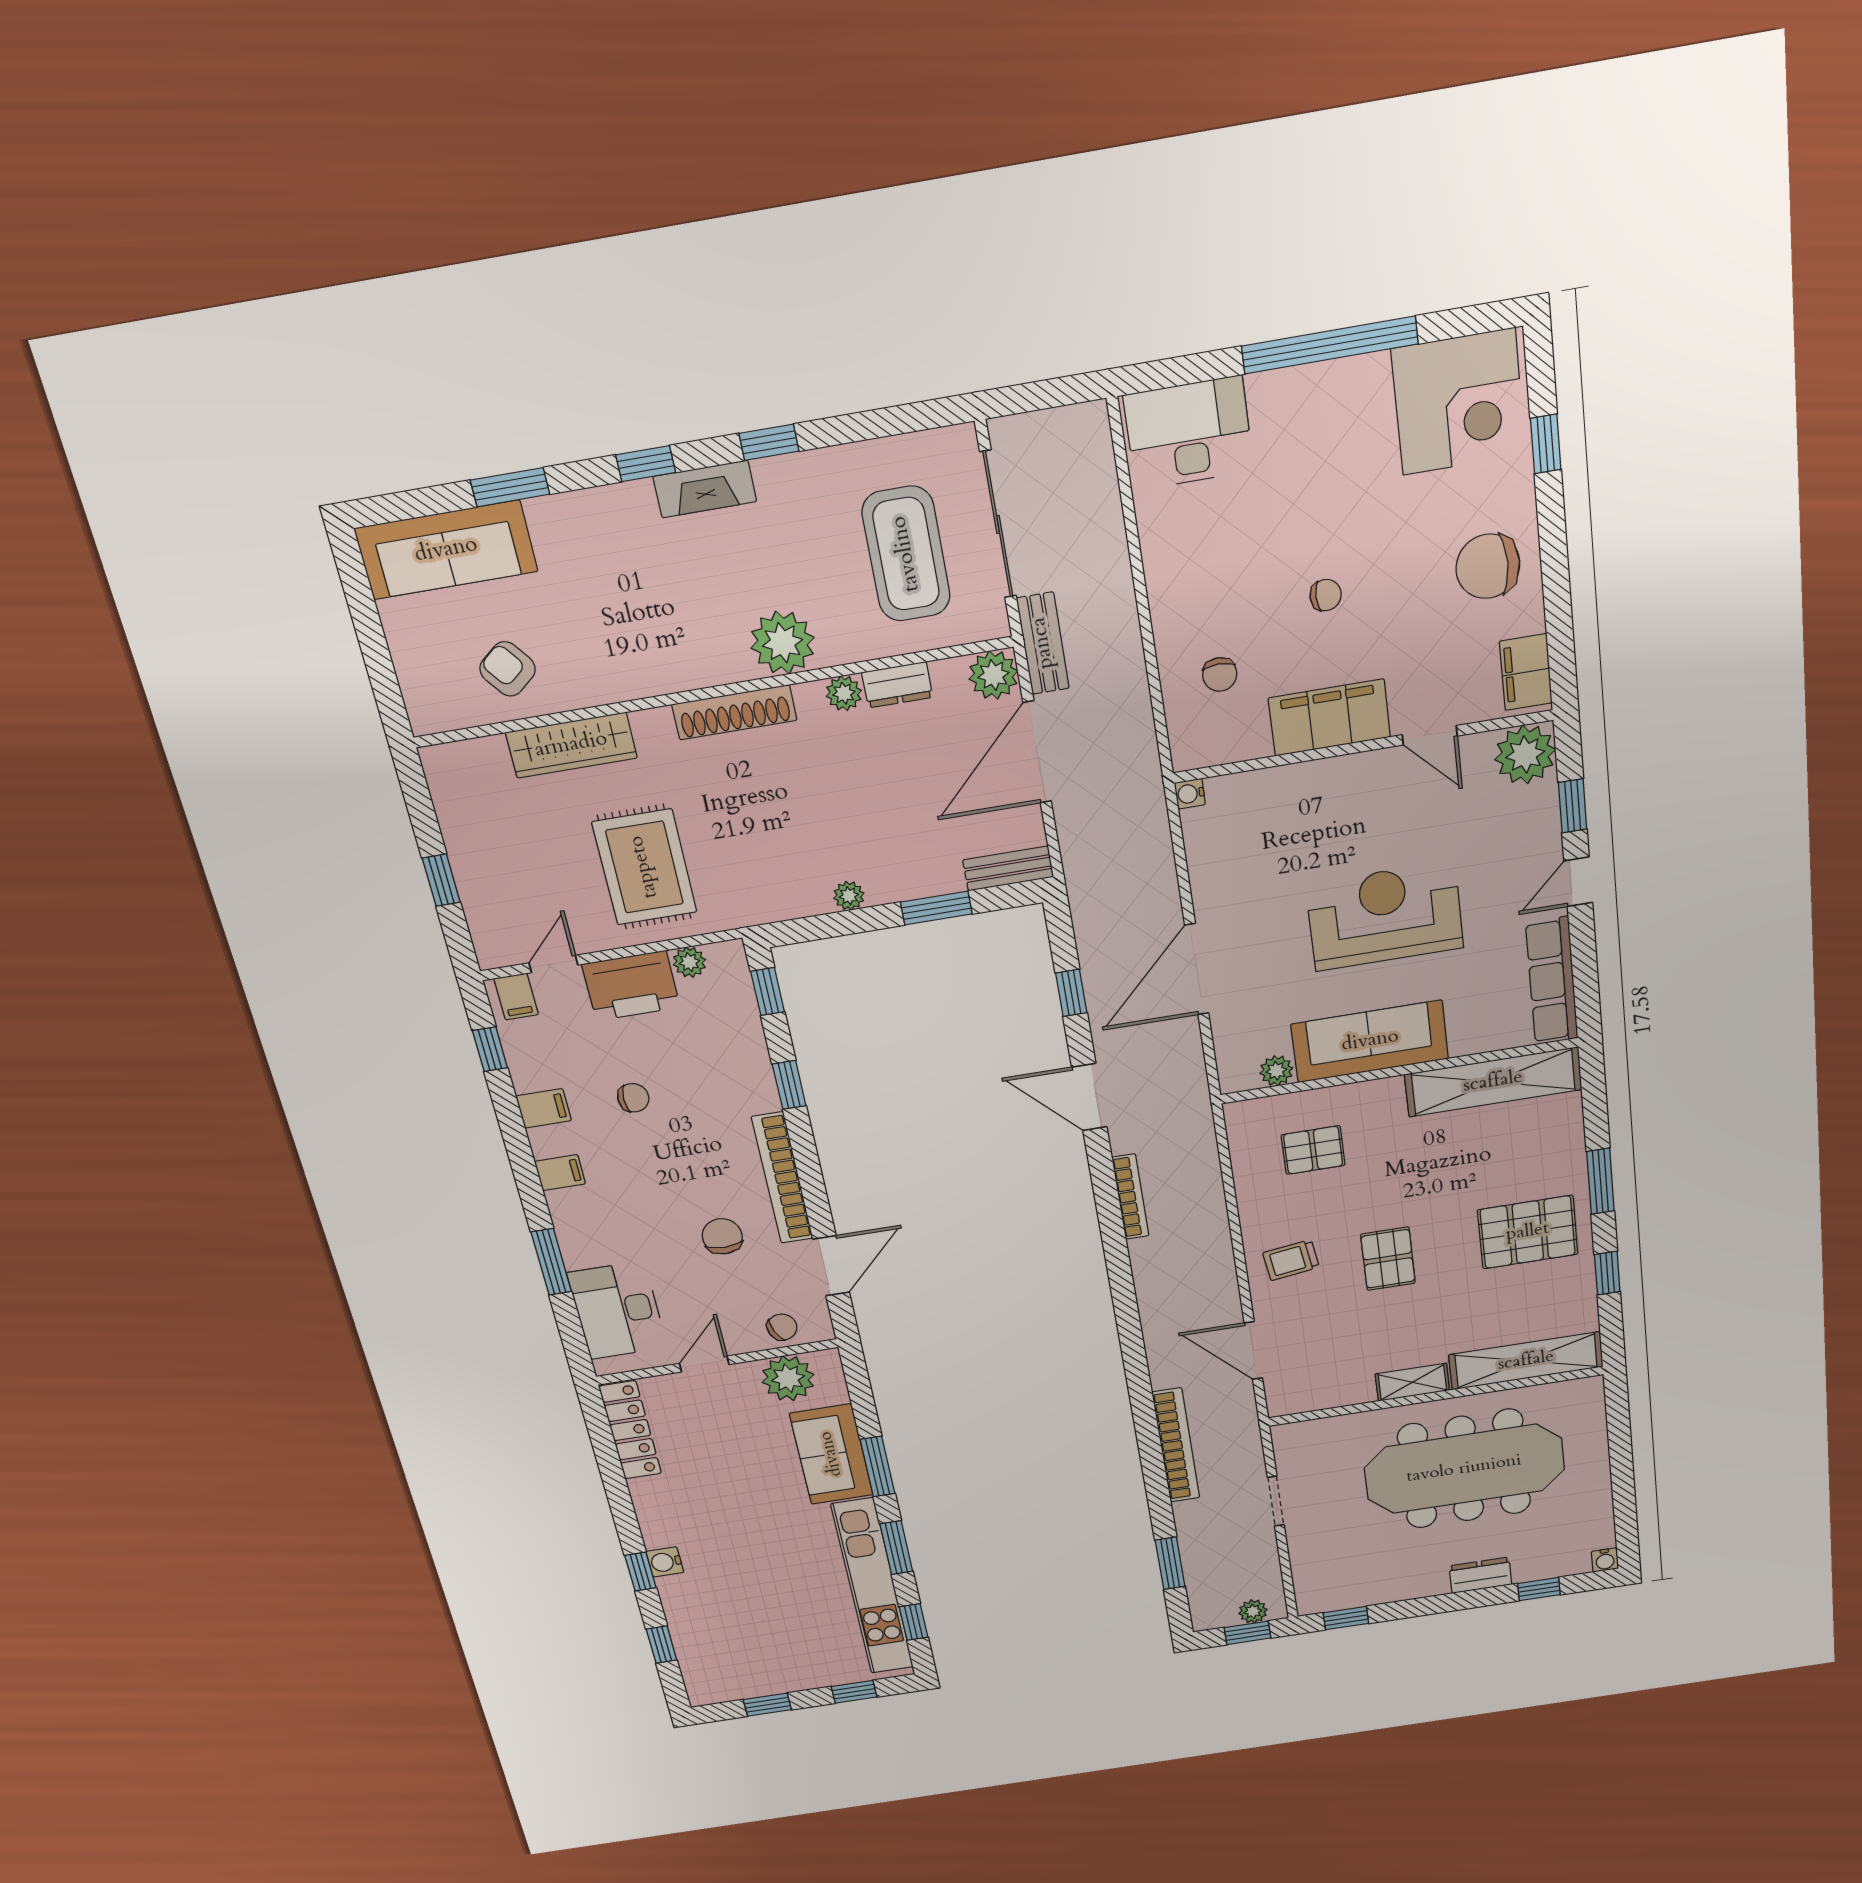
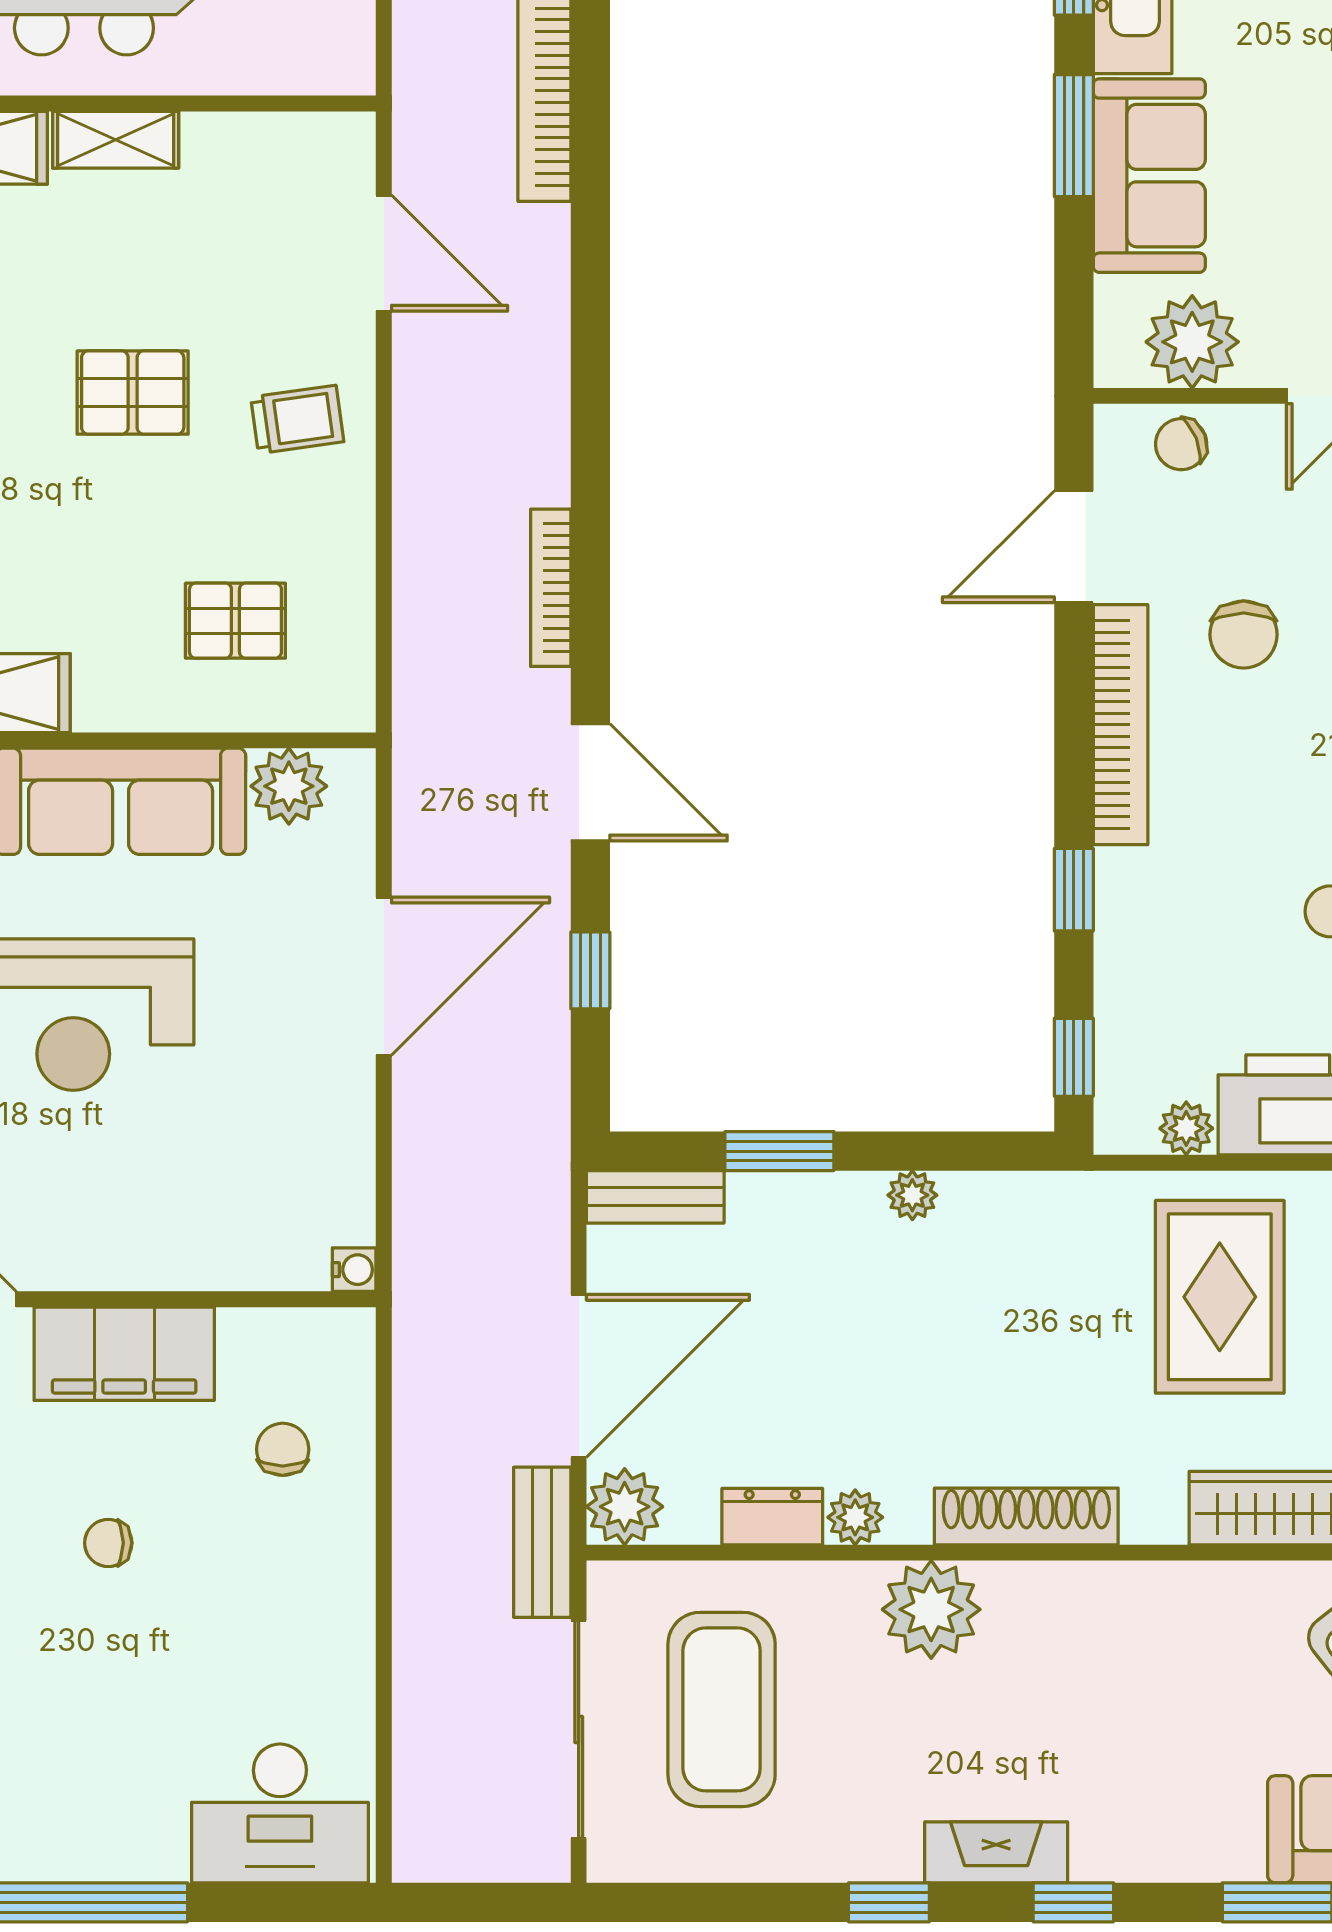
plant: (1276, 1071) -> (289, 786), width x1.38, depth x1.38
pallet: (1388, 1259) -> (133, 393), turned 90

